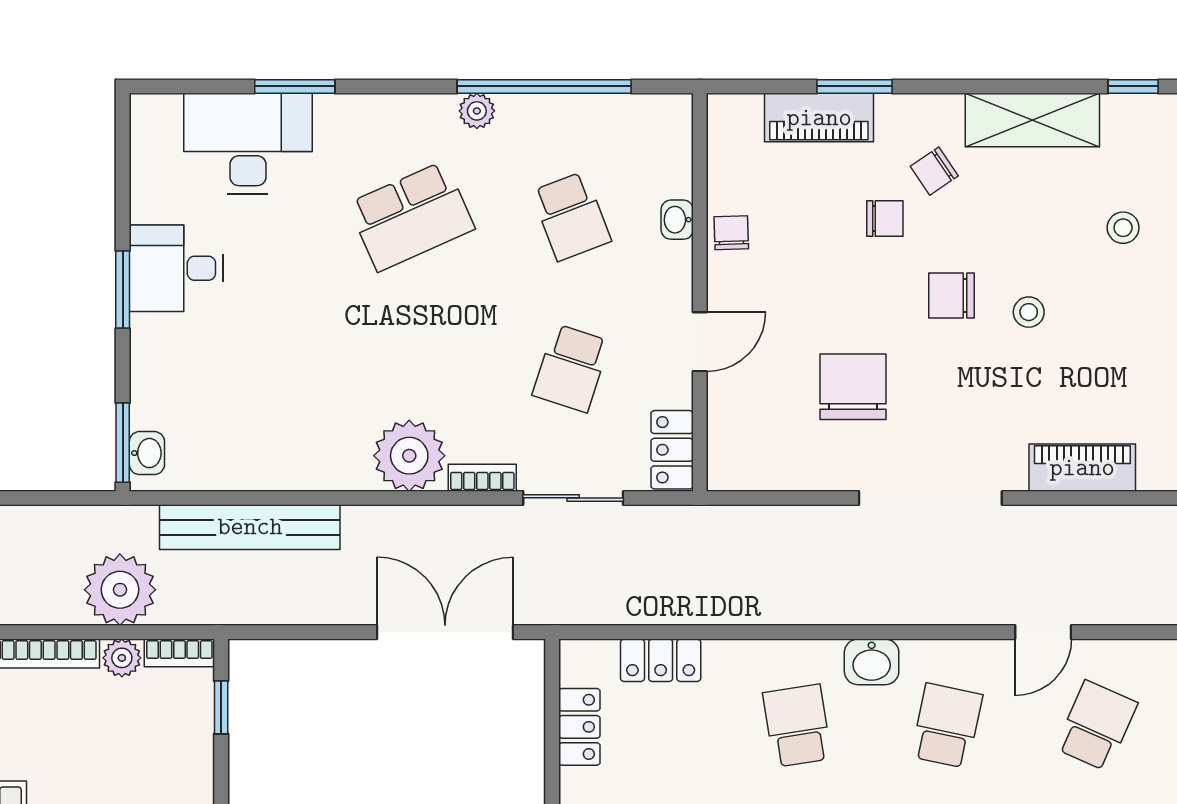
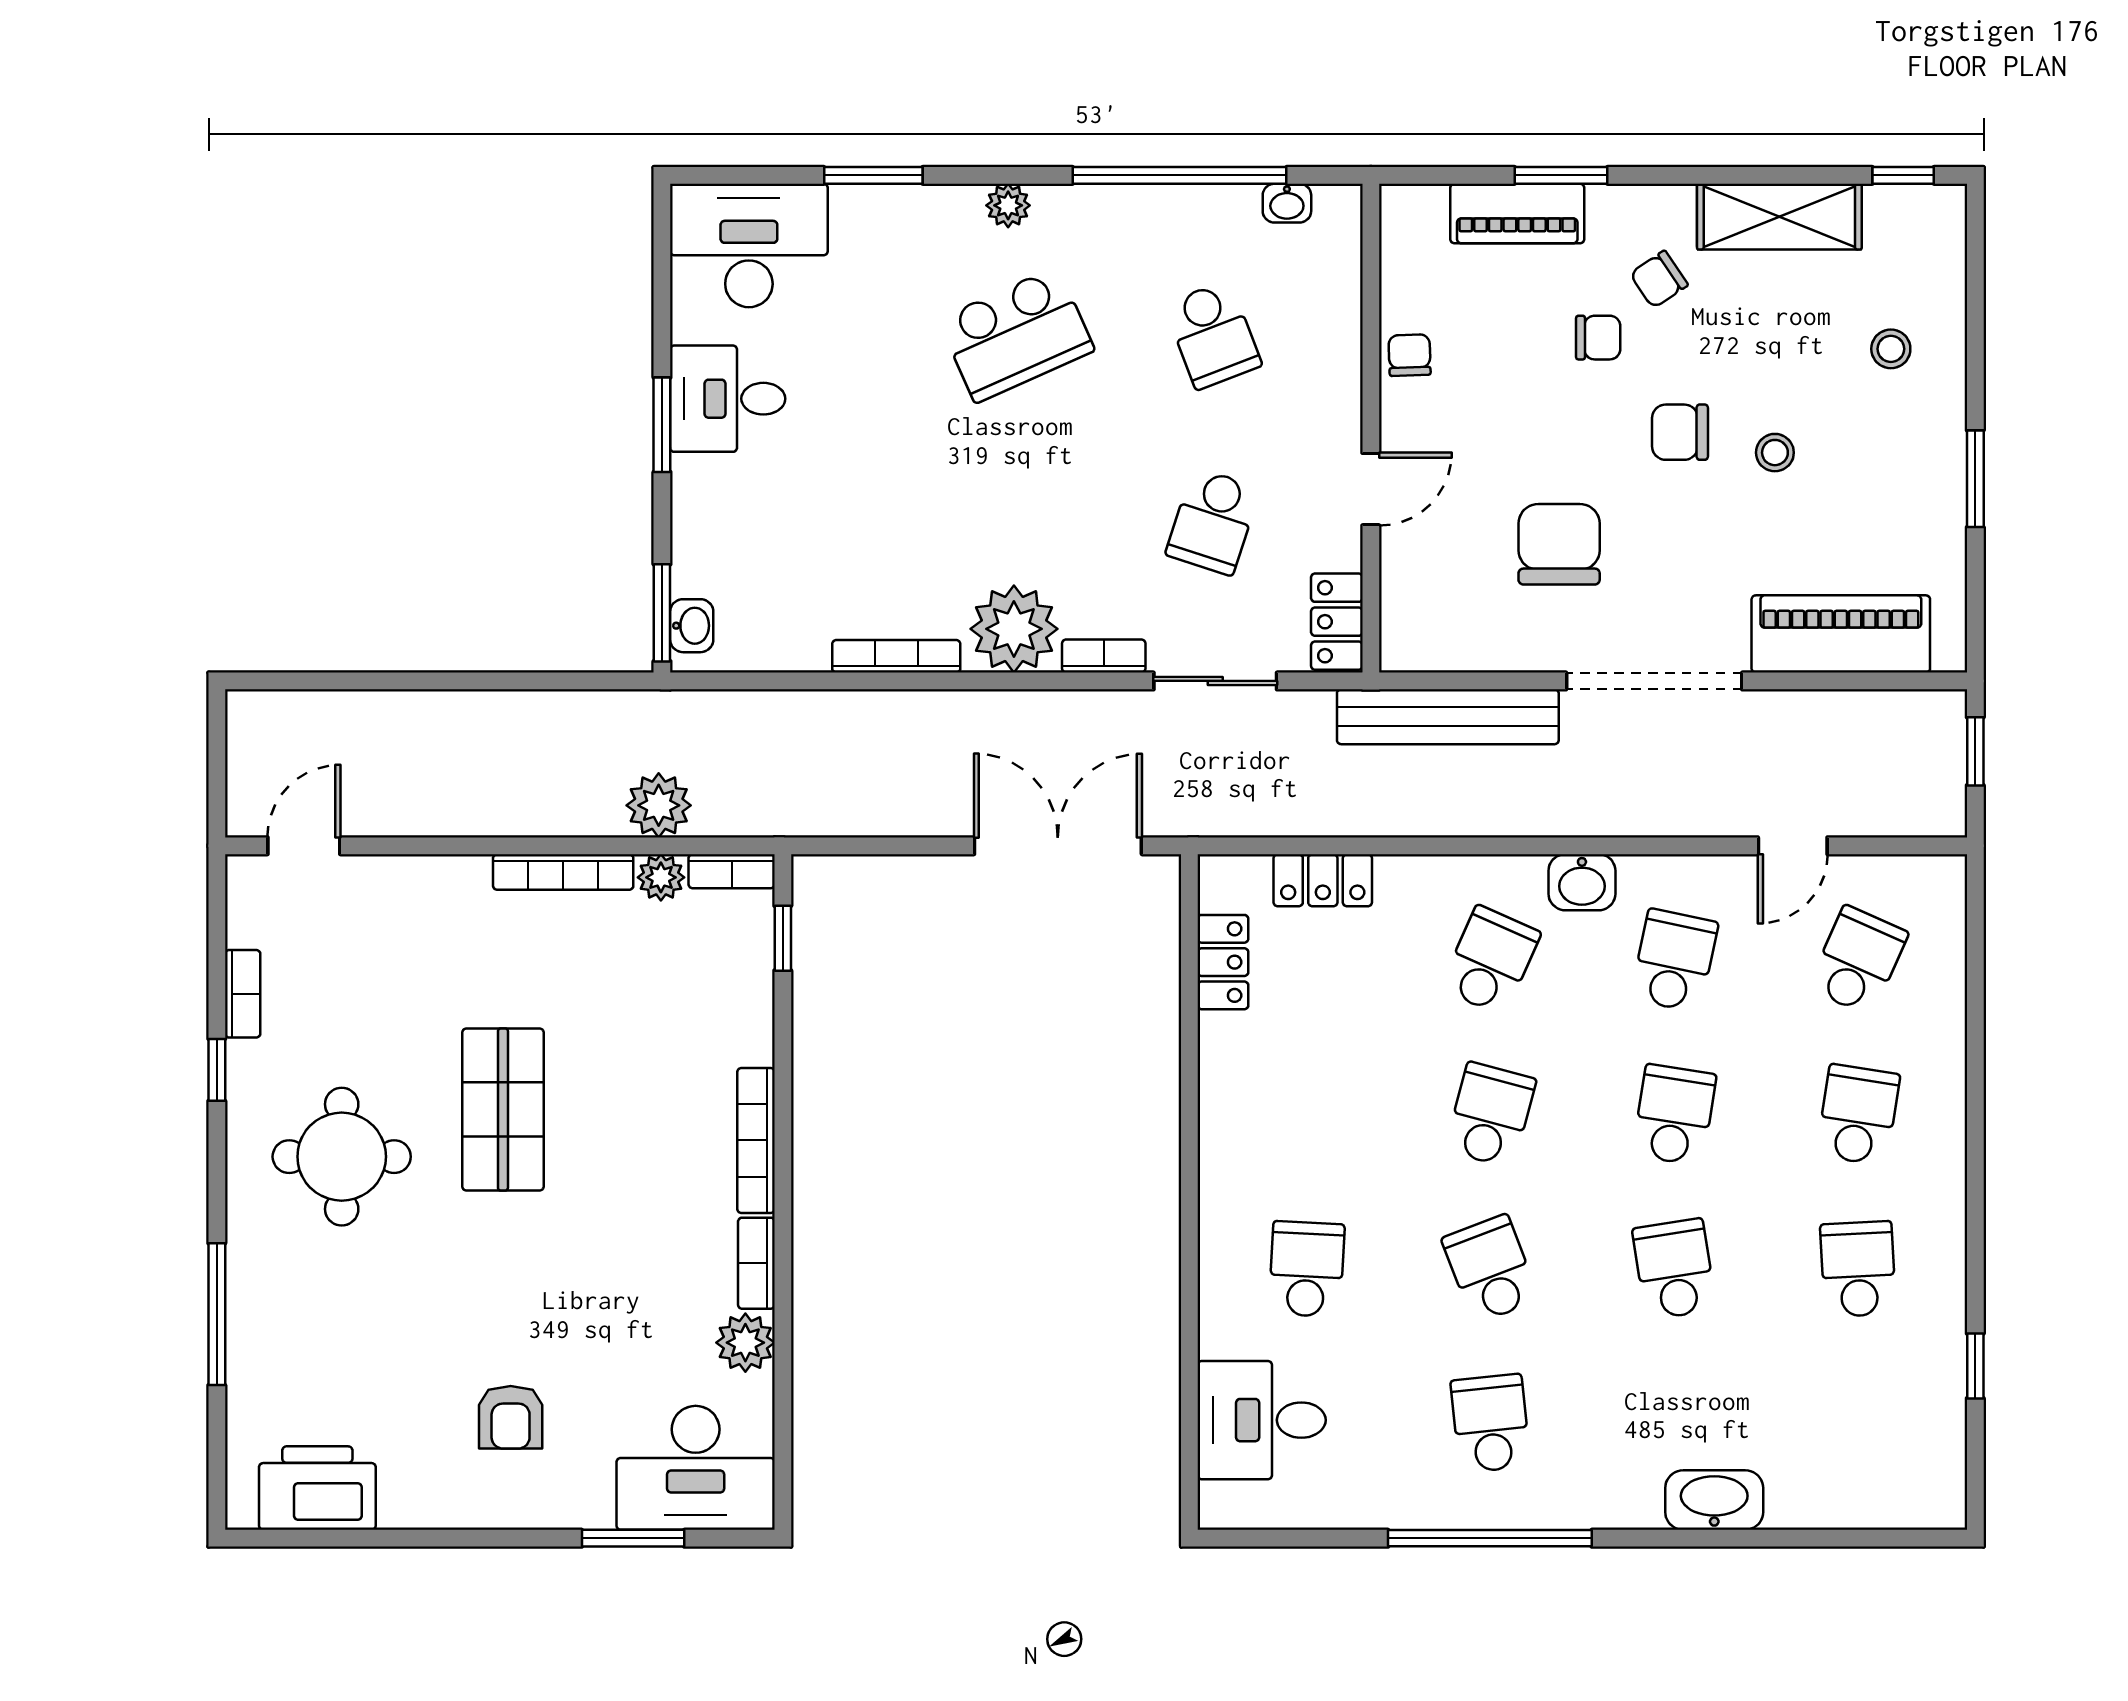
plant: (477, 111) -> (1008, 205), moved
desk: (248, 144) -> (749, 245), moved
washbasin: (677, 220) -> (1287, 203), moved, turned -90
piano: (1082, 468) -> (1841, 634), width x1.37, depth x1.33
bookcase: (313, 478) -> (896, 656), added
bench: (250, 527) -> (1448, 717), moved
plant: (120, 590) -> (659, 805), width x0.73, depth x0.73
school desk: (797, 726) -> (1490, 961), turned 33

